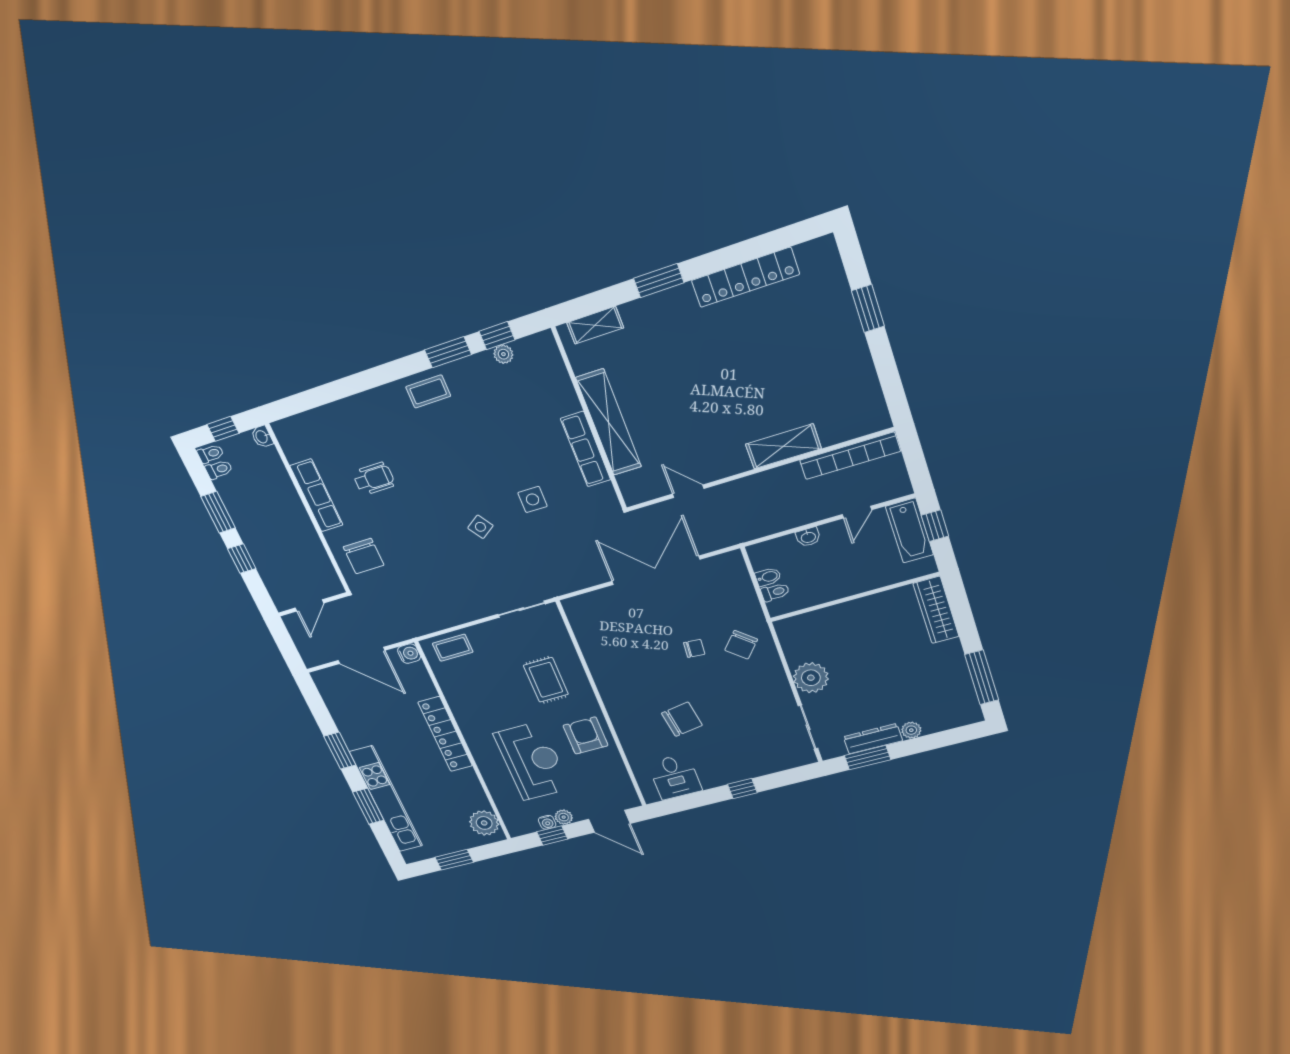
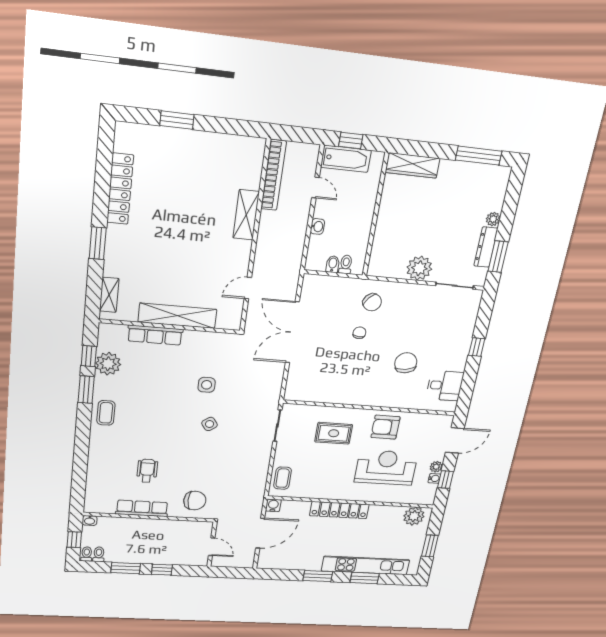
plant: (503, 354) -> (108, 364), width x1.88, depth x1.88
row of seats: (586, 449) -> (155, 335), moved

